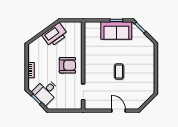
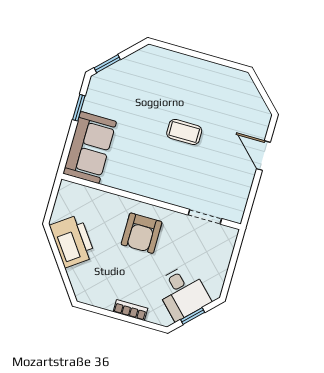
sofa: (116, 30) -> (90, 148), moved
armchair: (67, 65) -> (142, 233), turned 180
door: (119, 111) -> (263, 156), hinge flipped

